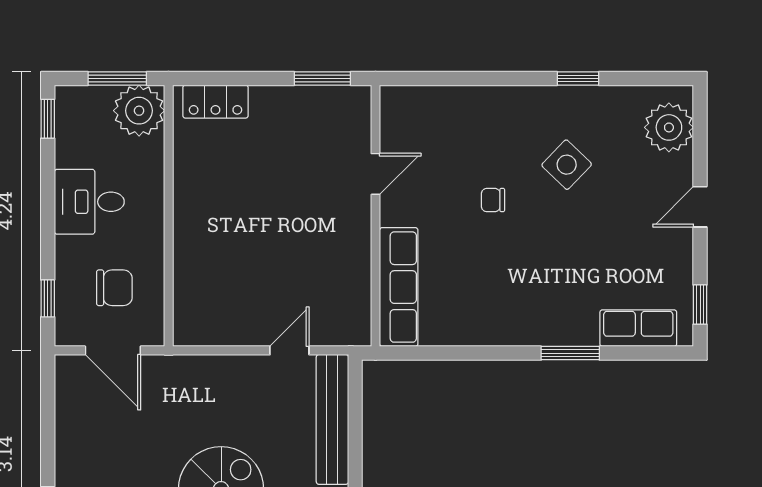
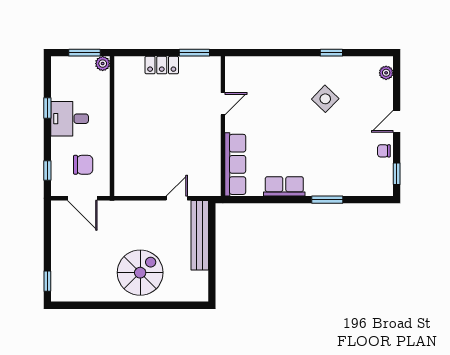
locker: (215, 102) -> (162, 65), moved
plant: (139, 111) -> (103, 64), width x0.53, depth x0.53
window: (48, 119) -> (47, 108), moved
plant: (669, 127) -> (386, 73), width x0.53, depth x0.53
chair: (493, 200) -> (384, 151), moved
row of seats: (638, 328) -> (284, 186), moved

